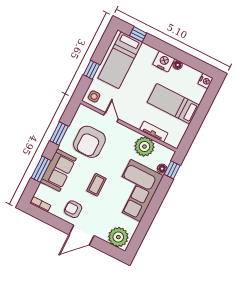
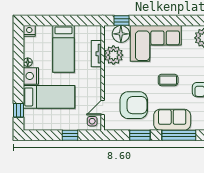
bed: (120, 60) -> (49, 97), moved
door: (111, 117) -> (103, 108), moved
window: (41, 169) -> (179, 135), width x1.44
floor lamp: (162, 169) -> (121, 34), width x1.89, depth x1.89

